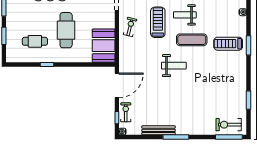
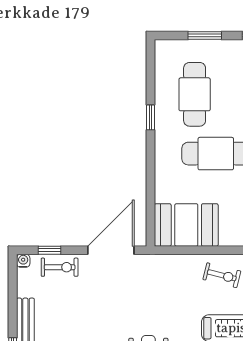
cafe table: (35, 41) -> (195, 94), width x1.37, depth x1.35
door: (117, 85) -> (111, 250), swing flipped

